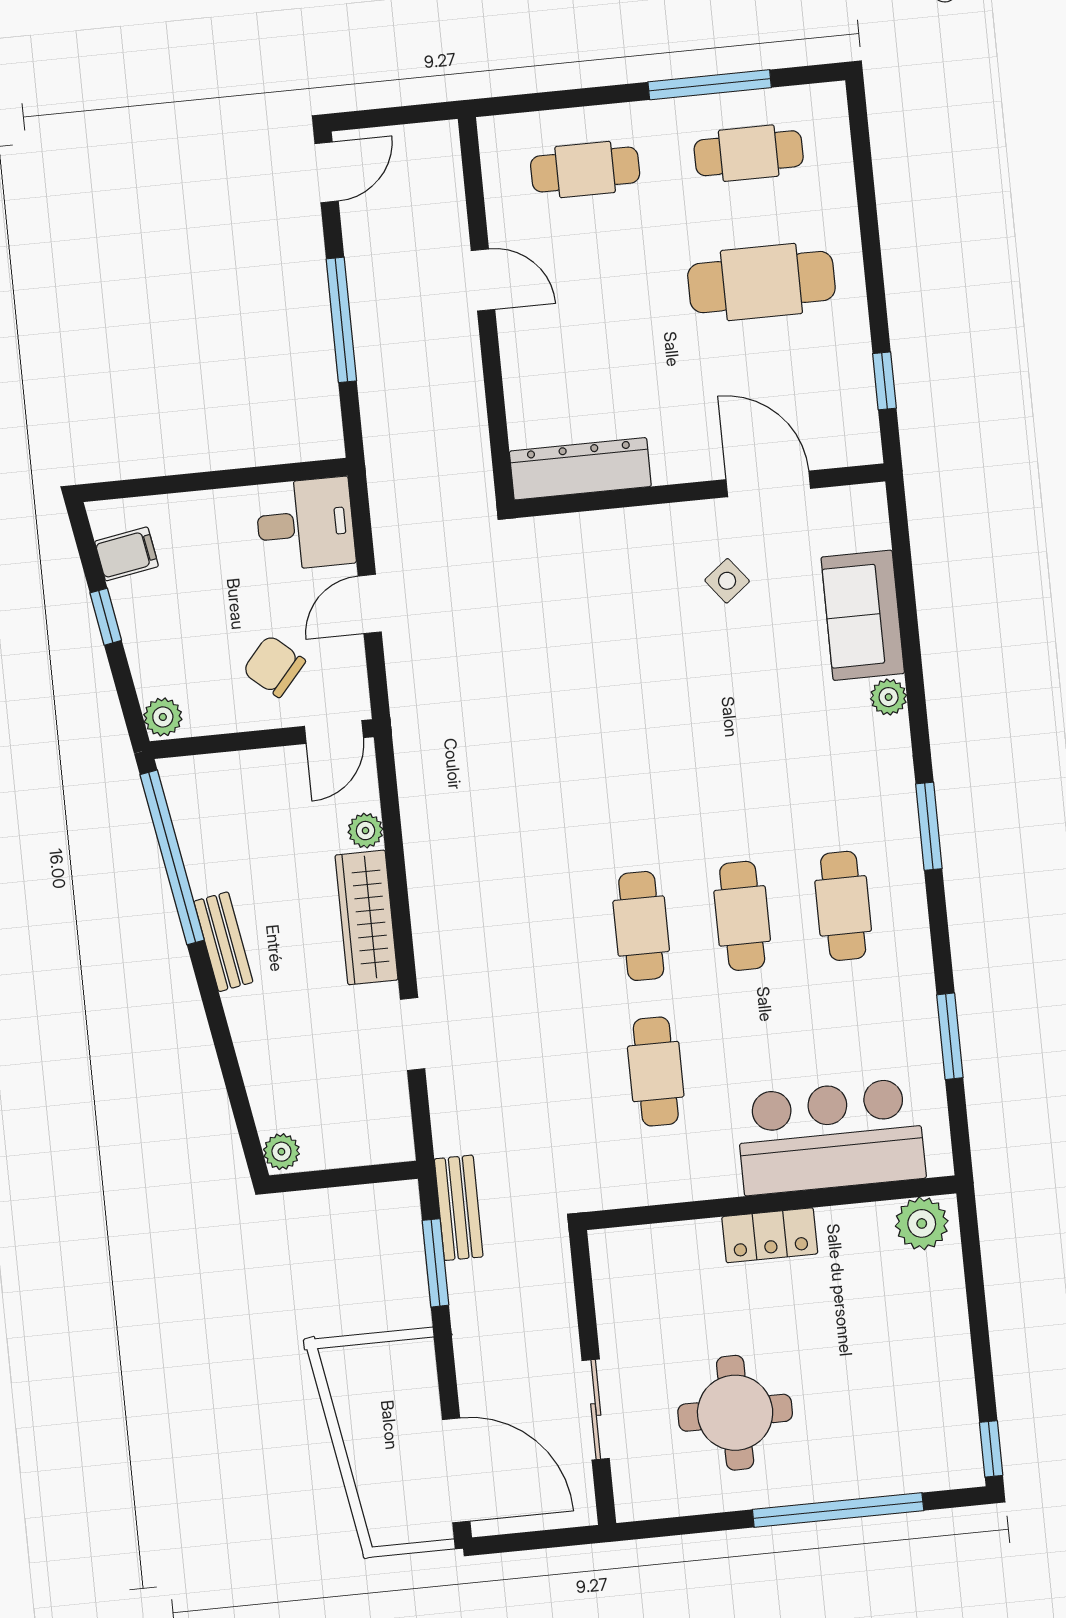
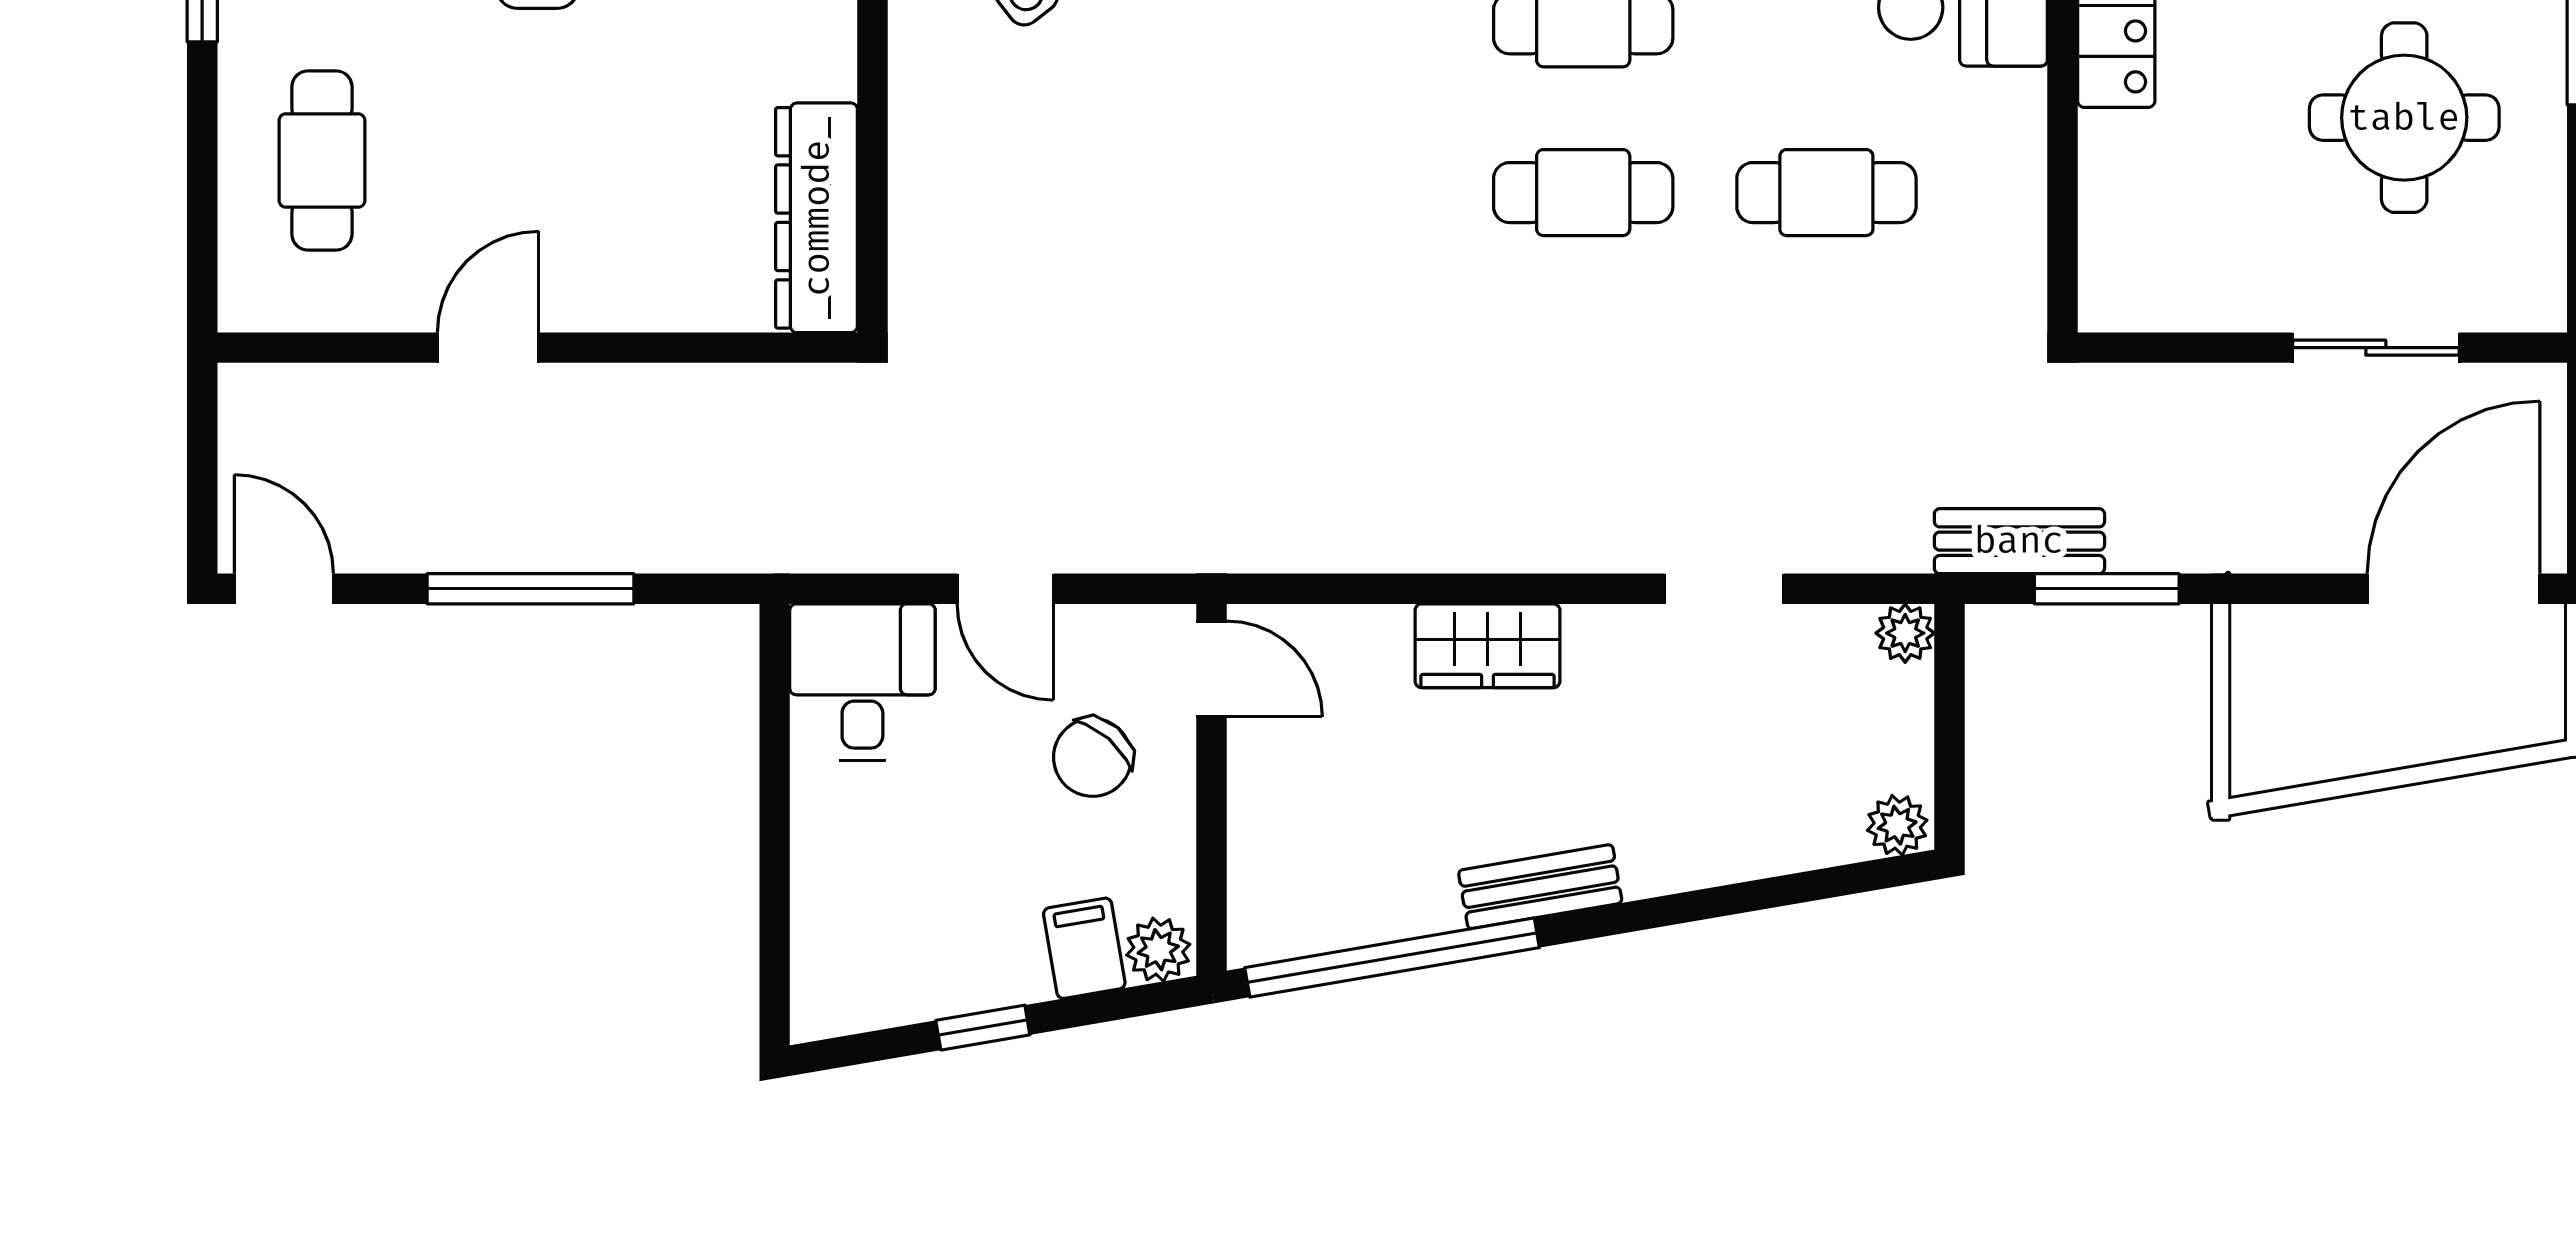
filing cabinet: (127, 554) -> (1084, 948), moved
plant: (365, 831) -> (1905, 633), moved
wardrobe: (367, 917) -> (1487, 646), width x0.67

